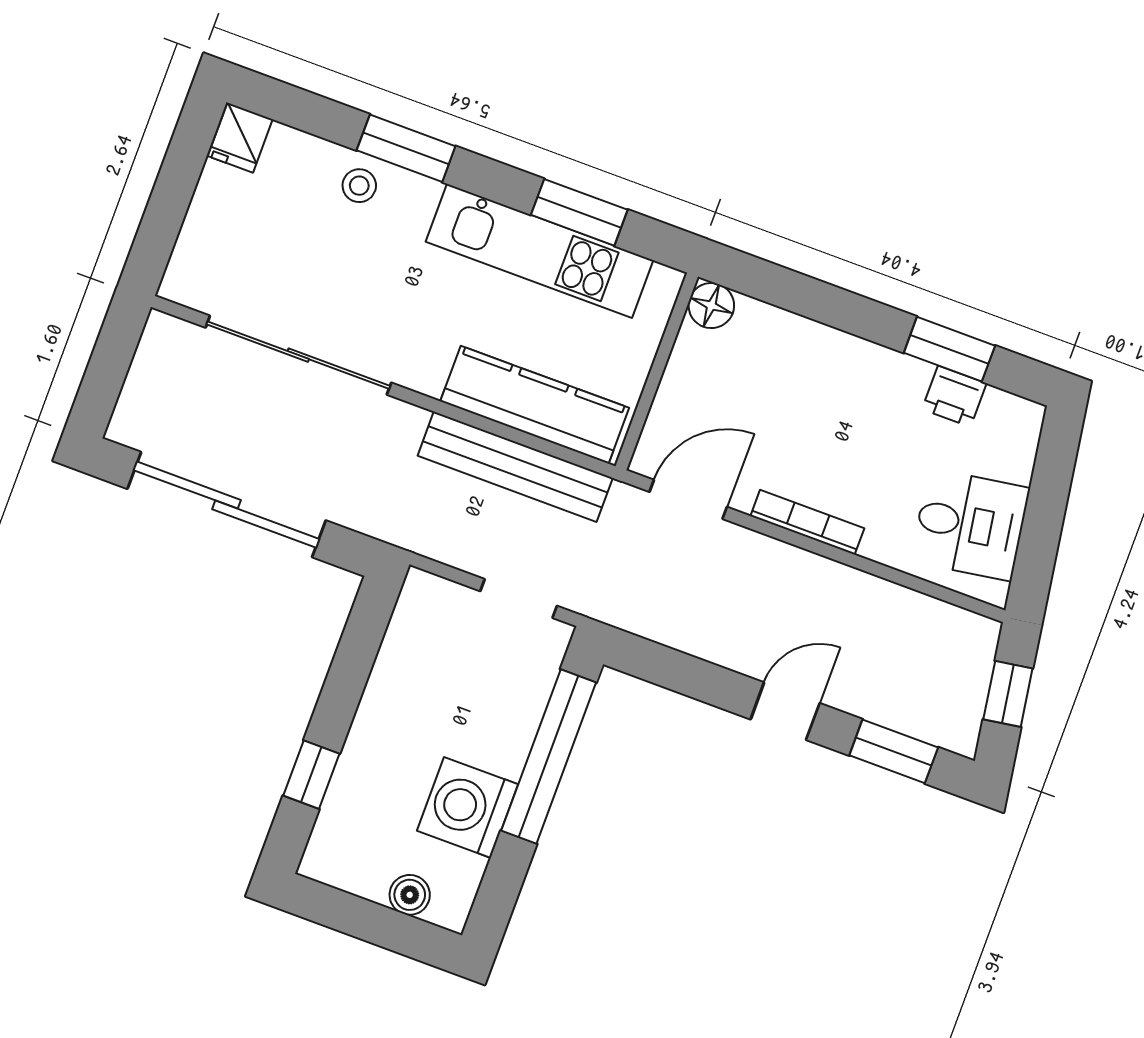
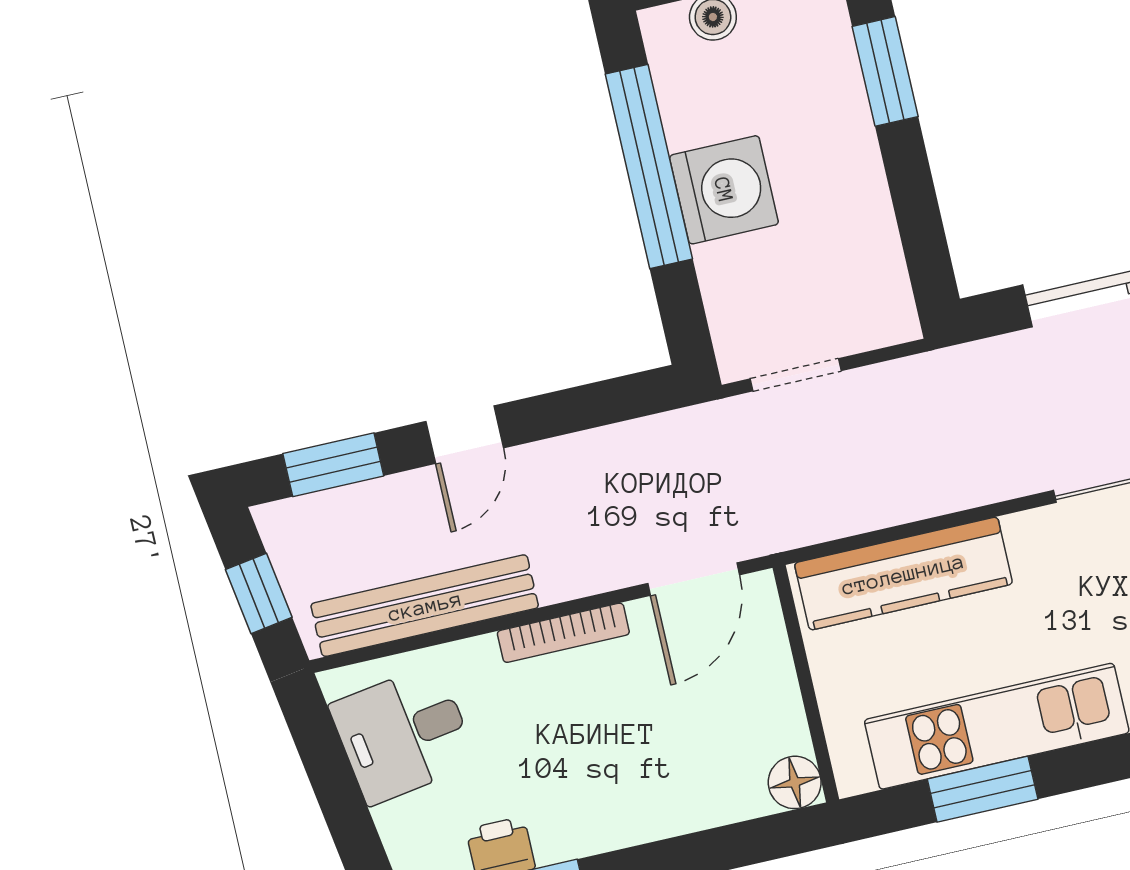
bench: (515, 467) -> (425, 606), moved
window: (549, 756) -> (649, 166), moved
window: (311, 775) -> (885, 71), width x1.50
washing machine: (468, 807) -> (724, 190), moved

